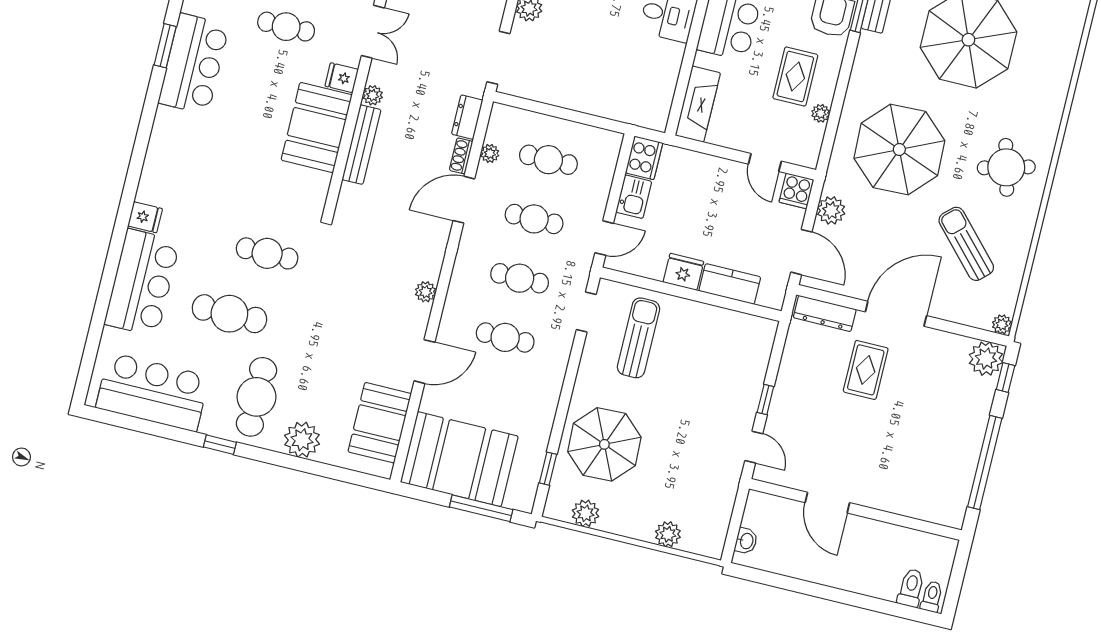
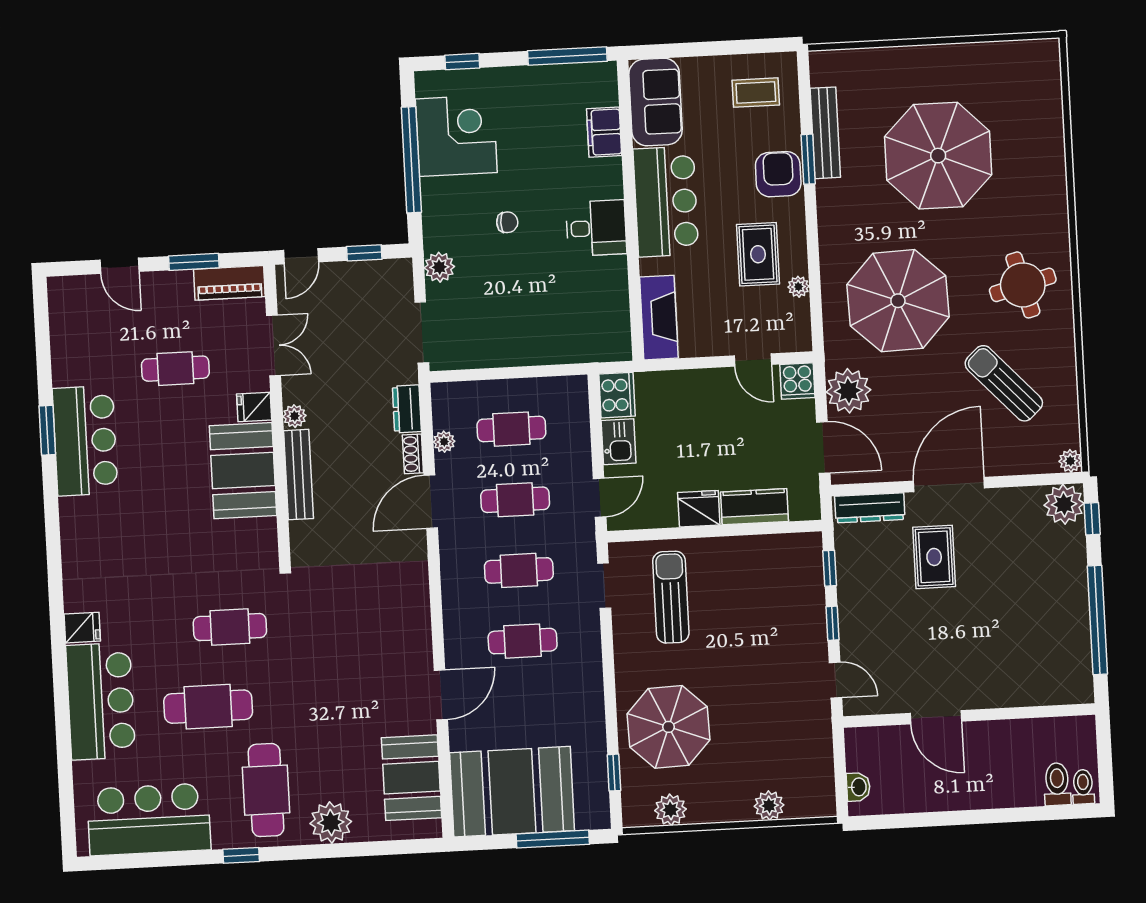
plant: (831, 210) -> (848, 391), width x1.36, depth x1.36
plant: (426, 292) -> (419, 617), removed
window: (777, 353) -> (830, 568), added

